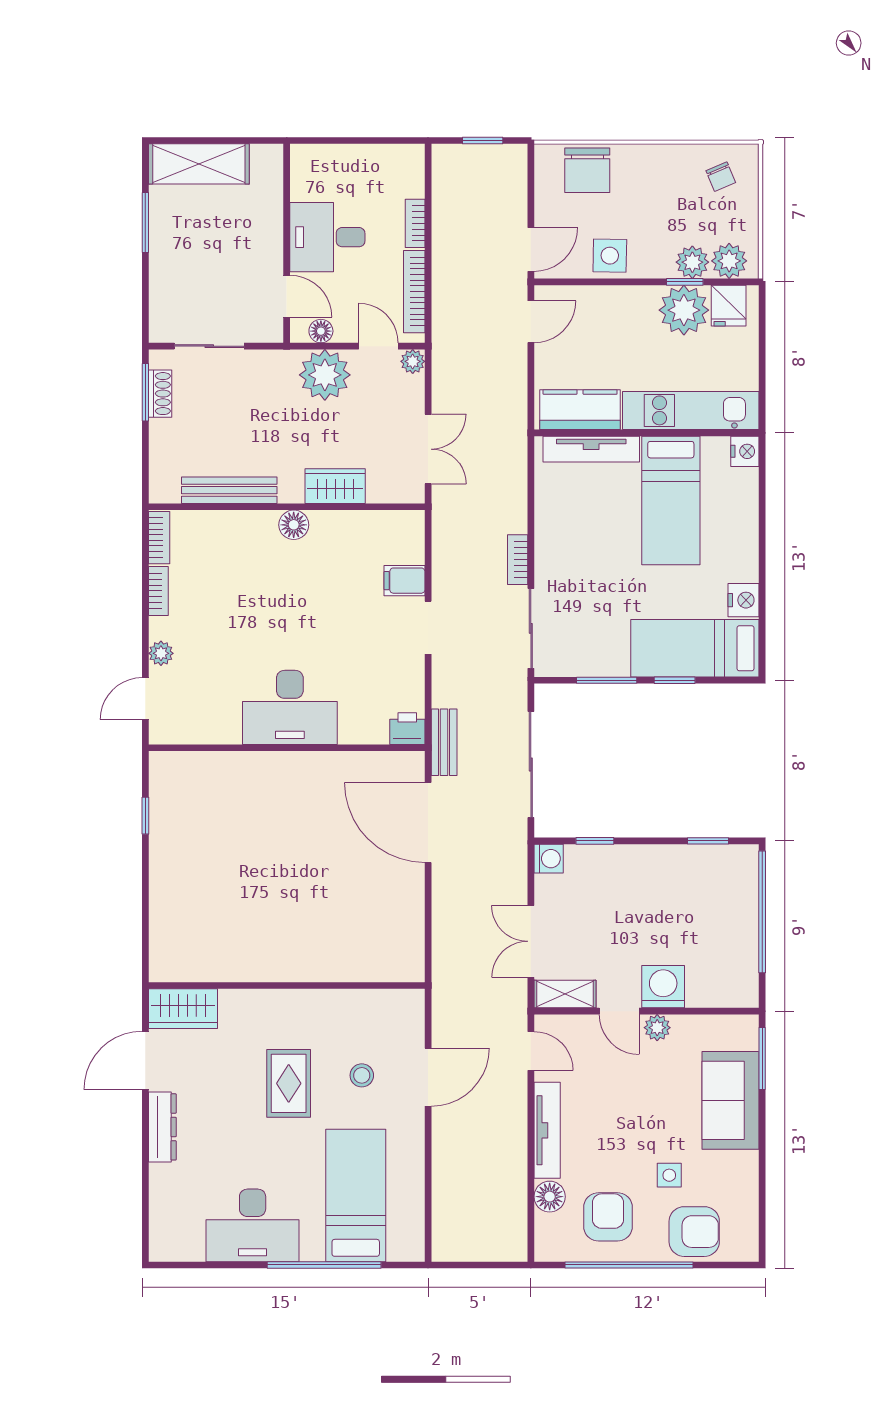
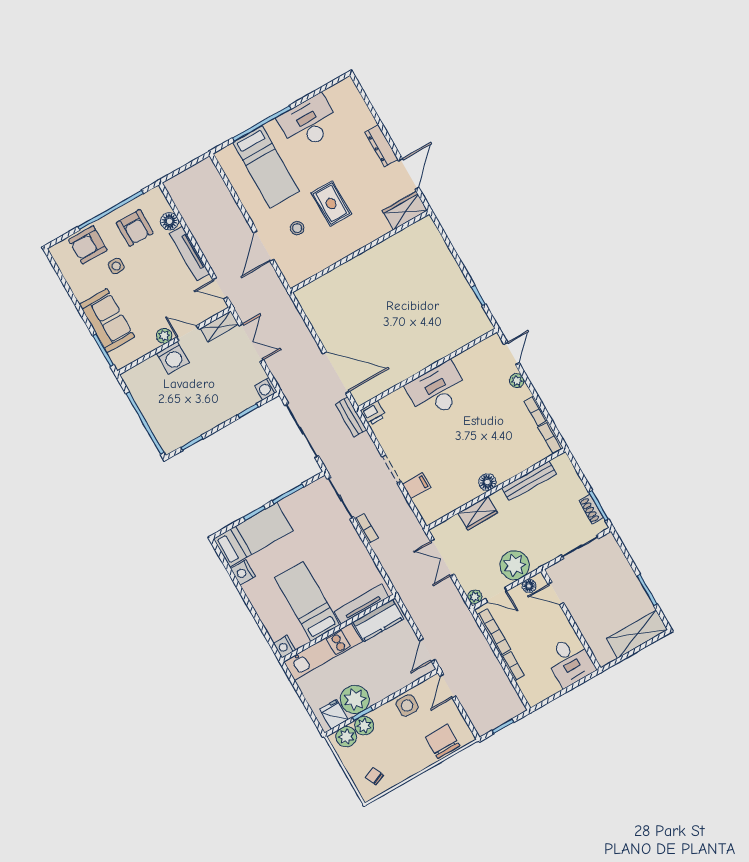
desk: (327, 237) -> (570, 661), moved, turned 90

